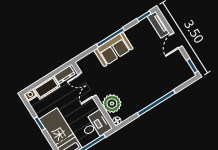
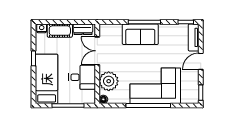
corner sofa: (152, 83) -> (155, 86), added
desk: (96, 125) -> (82, 77), moved

